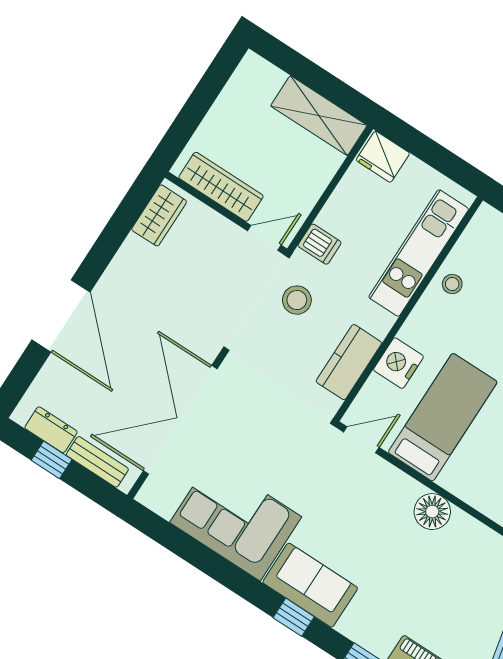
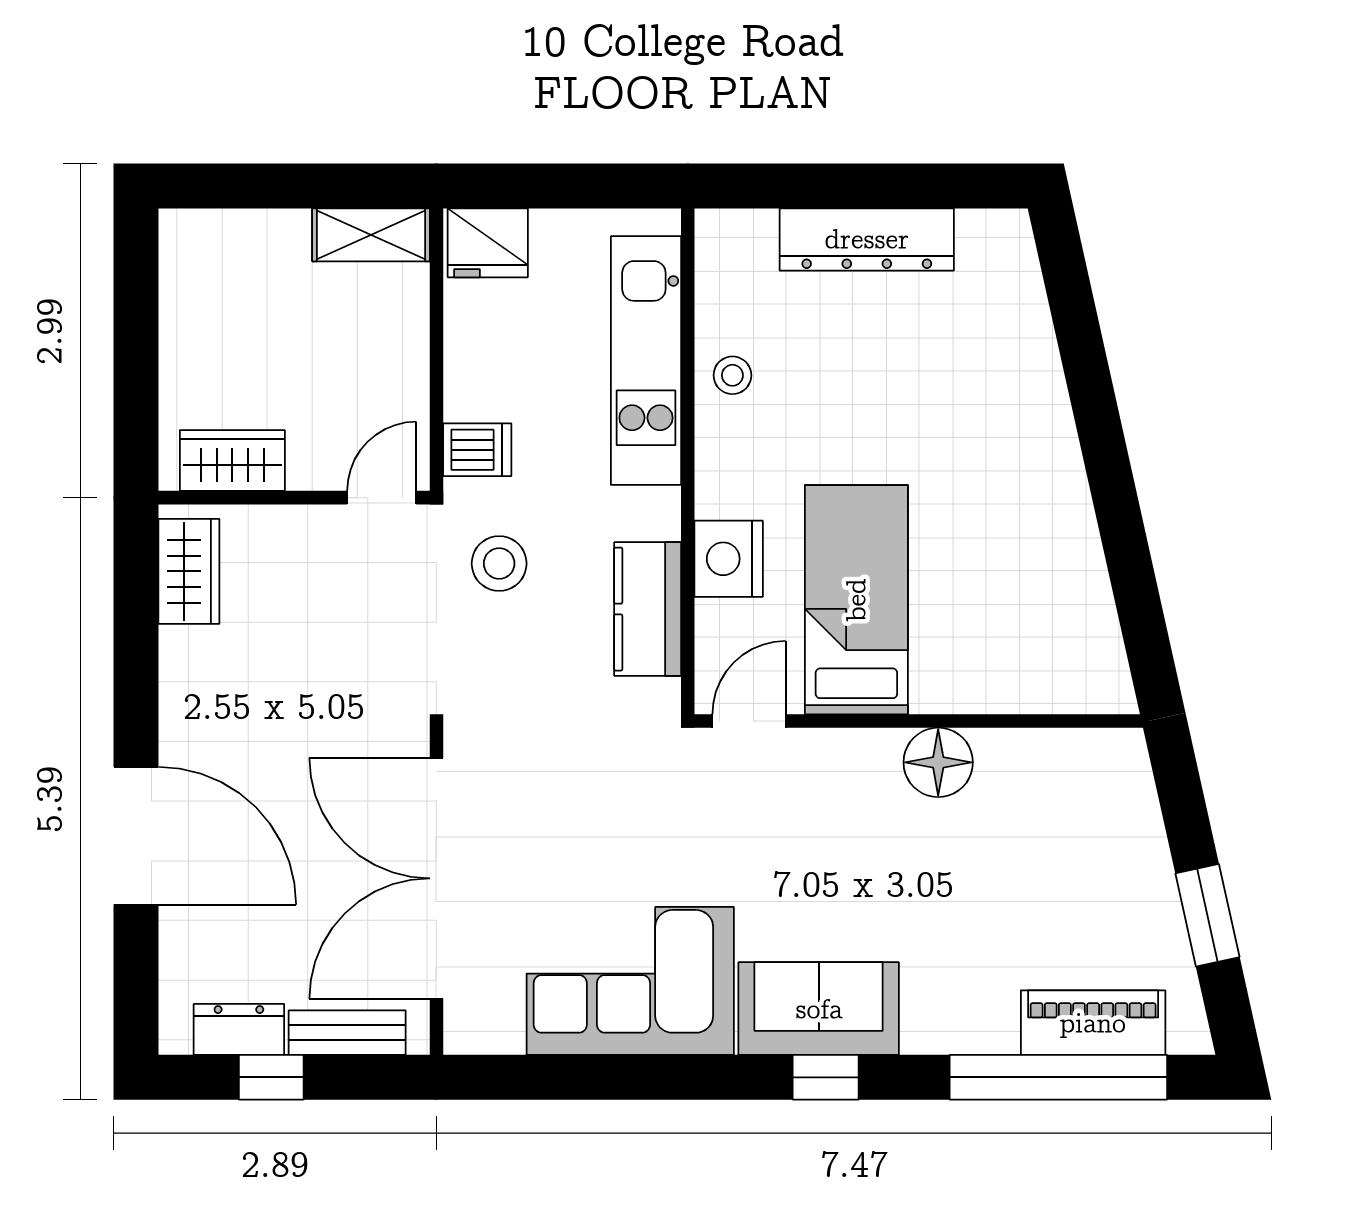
shelving: (319, 116) -> (371, 235), width x0.67, depth x0.75
wardrobe: (221, 187) -> (232, 460), width x0.67

